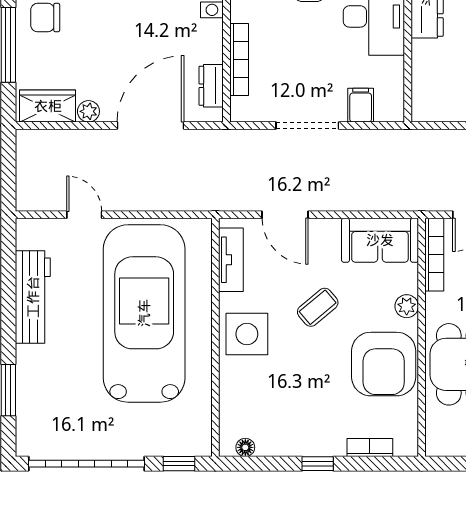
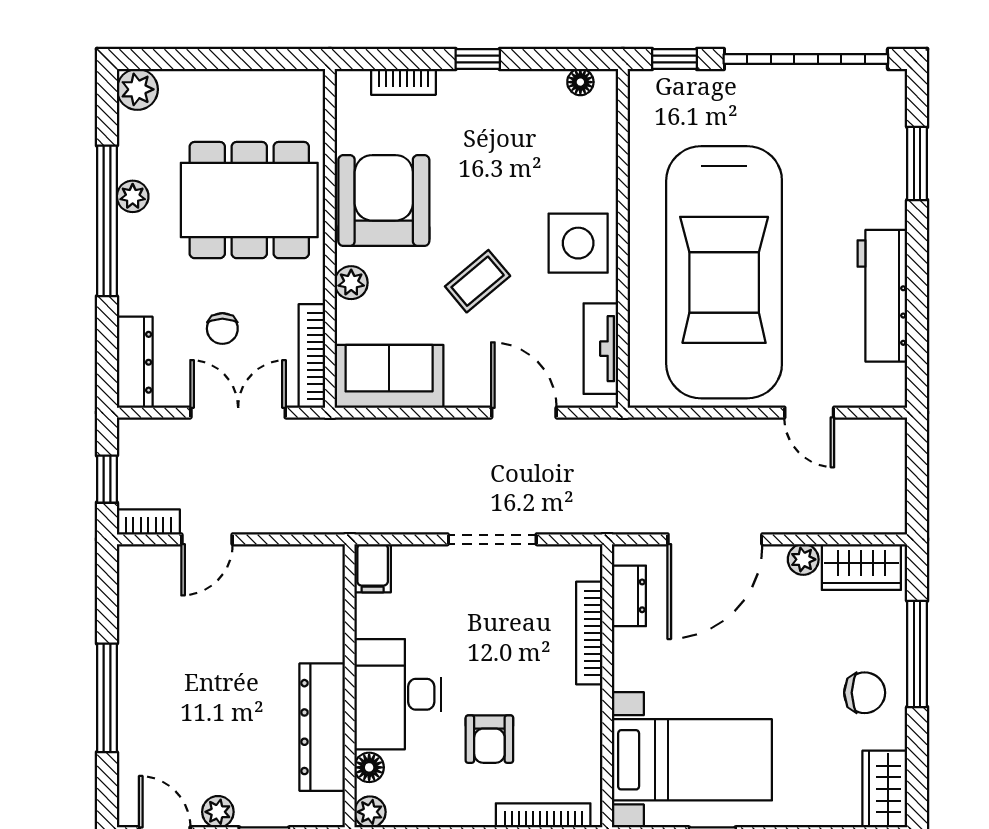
filing cabinet: (361, 105) -> (373, 568), moved

